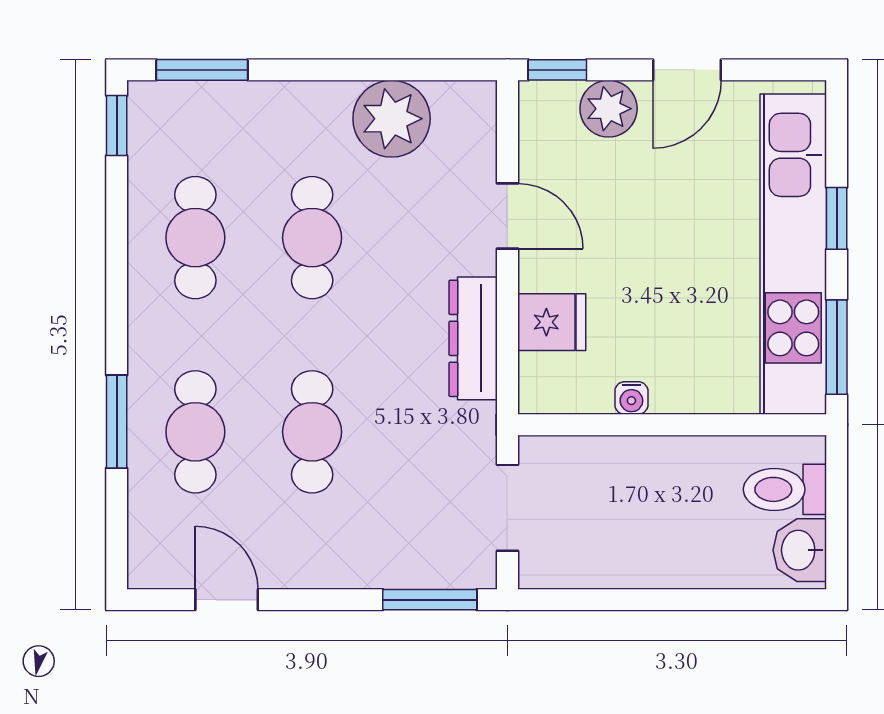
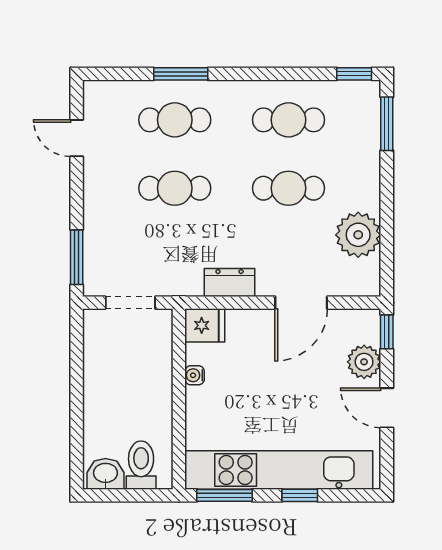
door: (507, 216) -> (301, 303), width x1.38
fridge: (552, 322) -> (205, 325), moved, turned -90
dresser: (473, 338) -> (230, 283), width x0.70
door: (227, 600) -> (77, 138), swing flipped

